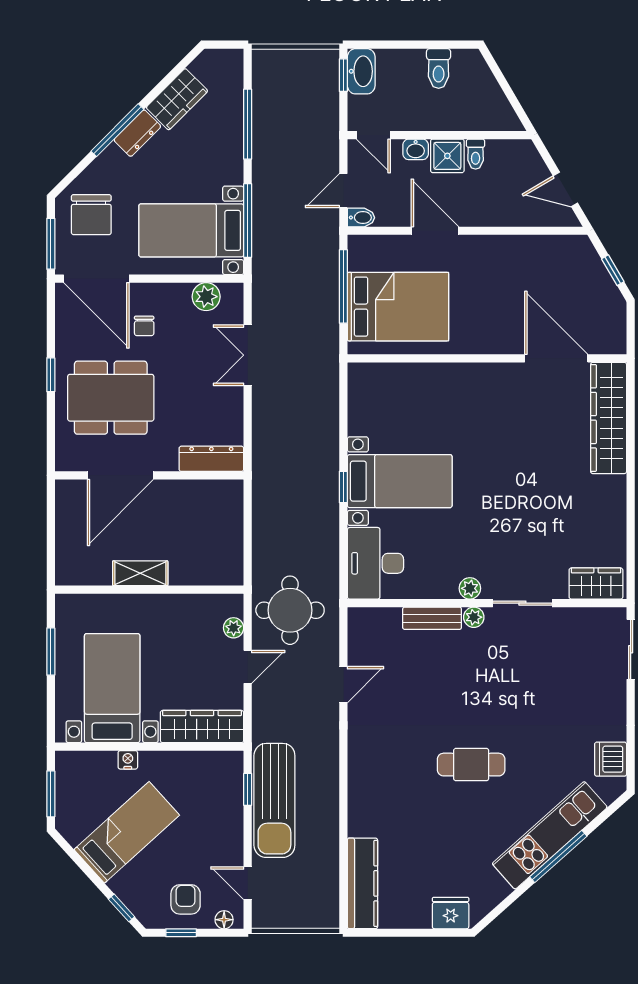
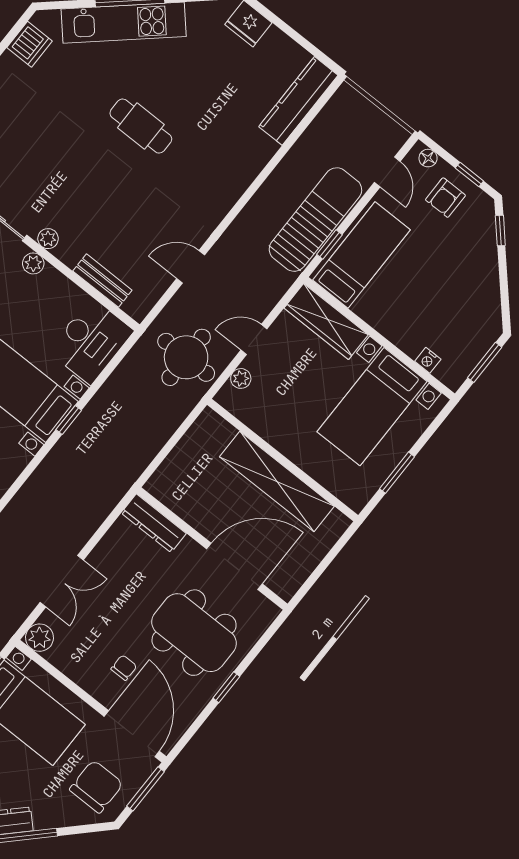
plant: (206, 297) -> (40, 638), moved
shelving: (140, 573) -> (277, 482), width x2.20, depth x1.33
bench: (432, 618) -> (102, 281), moved
nightstand: (128, 760) -> (428, 360), moved
bed: (127, 832) -> (362, 255), moved, turned 132

